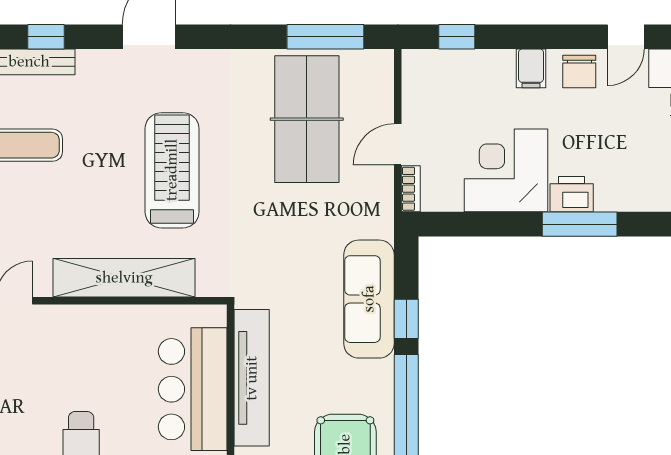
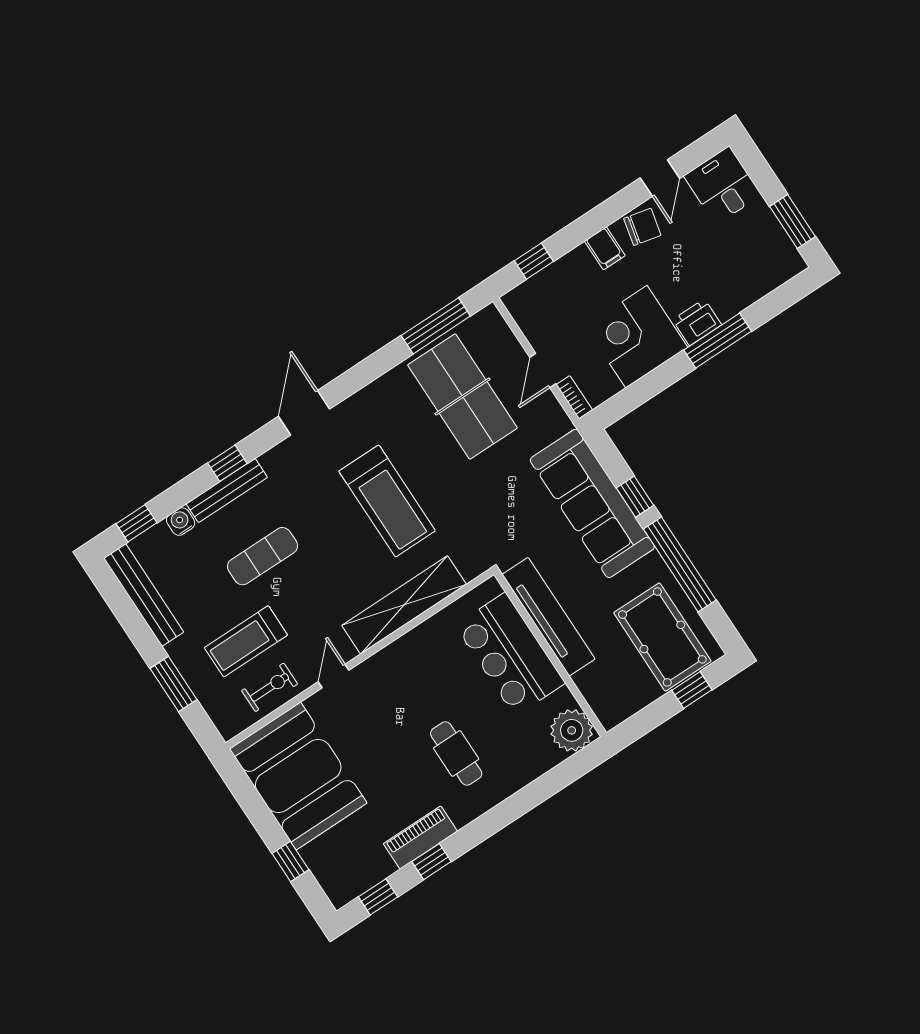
chair: (579, 72) -> (642, 227), turned -77
treadmill: (172, 170) -> (387, 501), turned 180
sofa: (369, 299) -> (592, 503), width x1.36, depth x1.27

